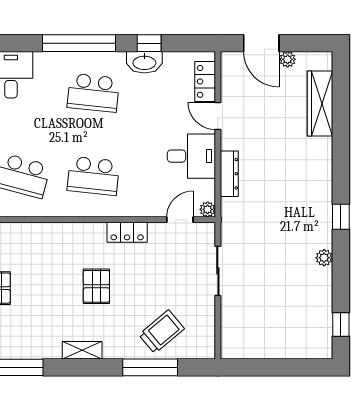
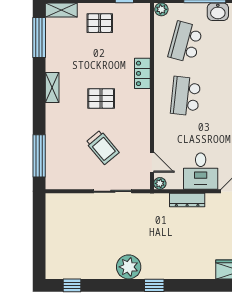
locker: (127, 232) -> (142, 73), moved
plant: (324, 258) -> (129, 267), width x1.88, depth x1.88
trolley: (162, 332) -> (102, 147), moved
window: (150, 367) -> (39, 156), moved

